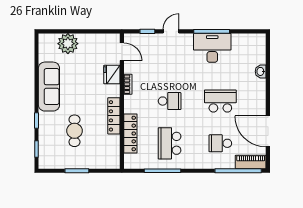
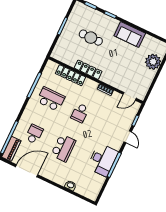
fridge: (112, 74) -> (117, 82), removed
sofa: (49, 87) -> (130, 35), width x0.73

